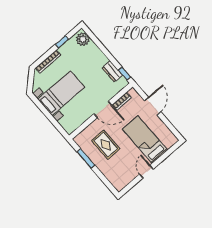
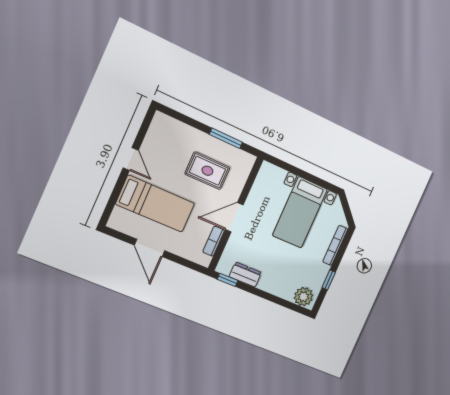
door: (153, 106) -> (150, 248), moved

